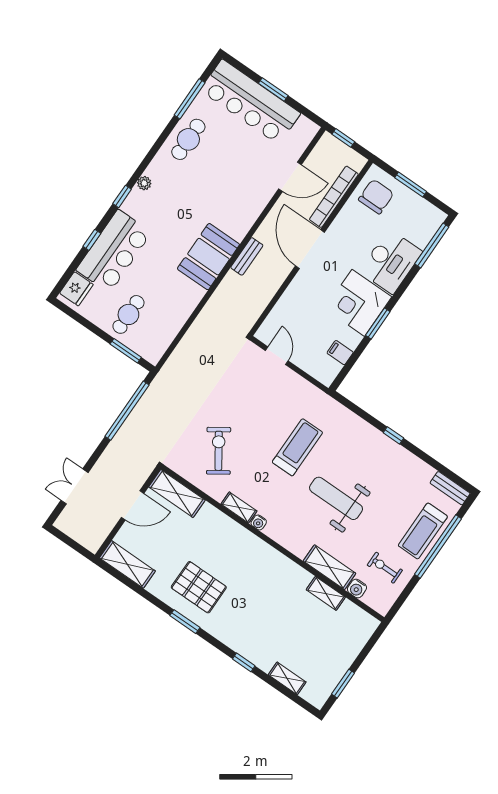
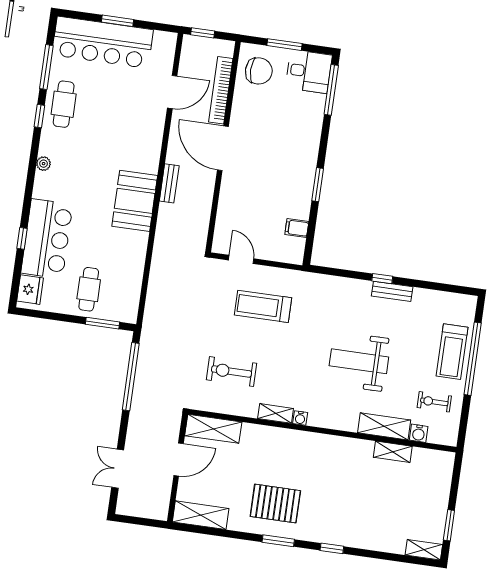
window: (122, 196) -> (39, 116), moved
chair: (376, 197) -> (259, 71), turned 90
desk: (391, 262) -> (309, 71), moved, width x0.73
corner desk: (358, 303) -> (291, 175), removed
treadmill: (297, 447) -> (263, 306), moved, turned -90
exercise bike: (219, 451) -> (232, 371), turned -56
bench: (450, 488) -> (392, 291), moved
window: (244, 662) -> (332, 548), moved
shelving: (287, 678) -> (424, 550), moved

